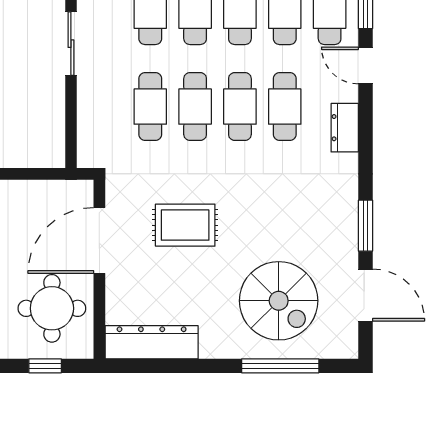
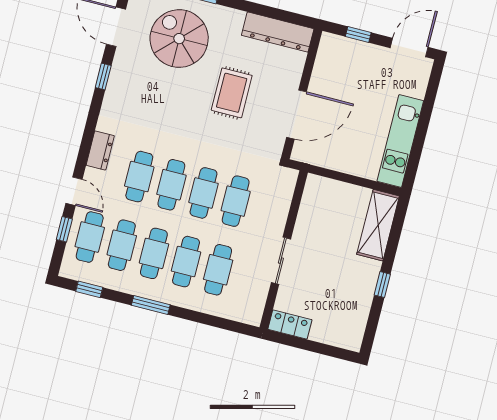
rug: (185, 225) -> (232, 93), moved, turned 90
window: (365, 226) -> (103, 77), width x0.67
round table: (52, 308) -> (343, 75), removed

